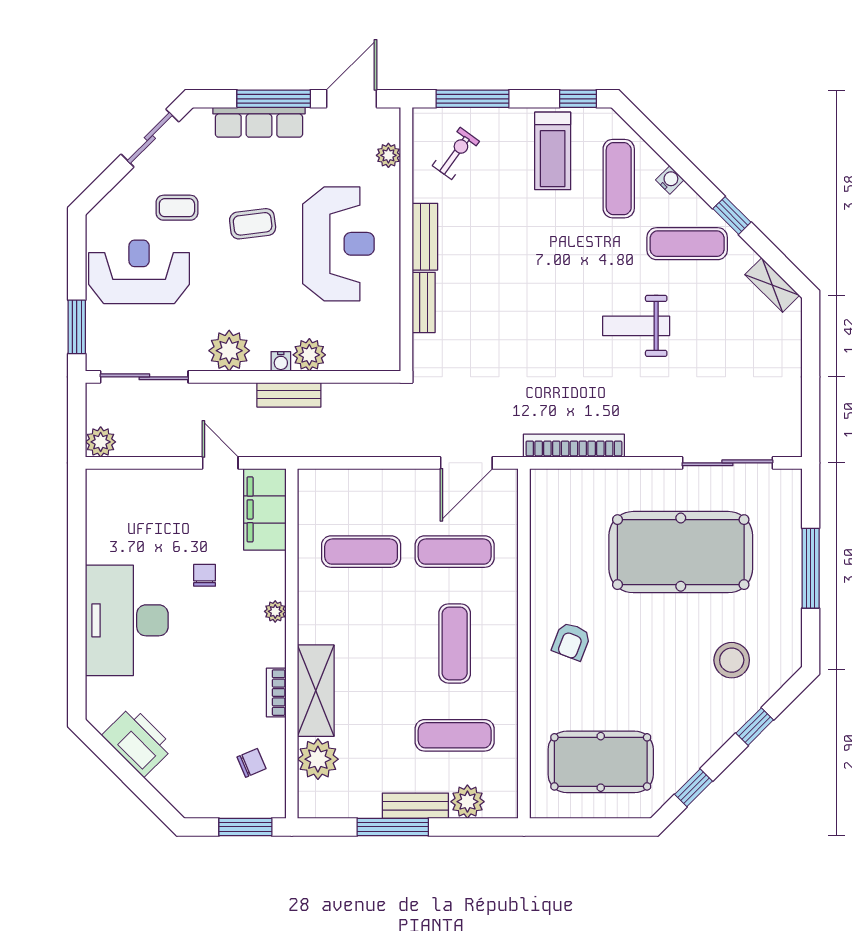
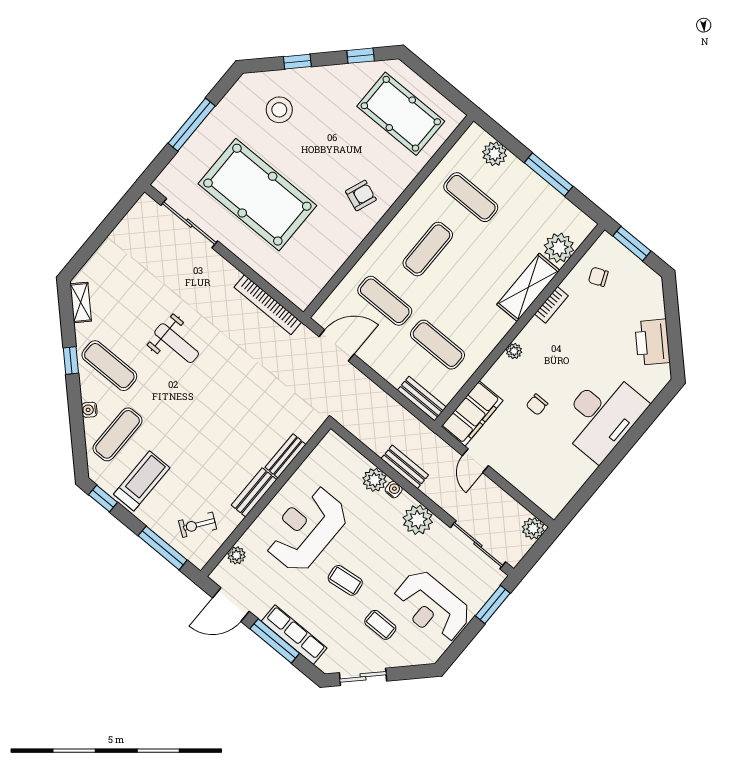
bench: (415, 806) -> (422, 399), moved

